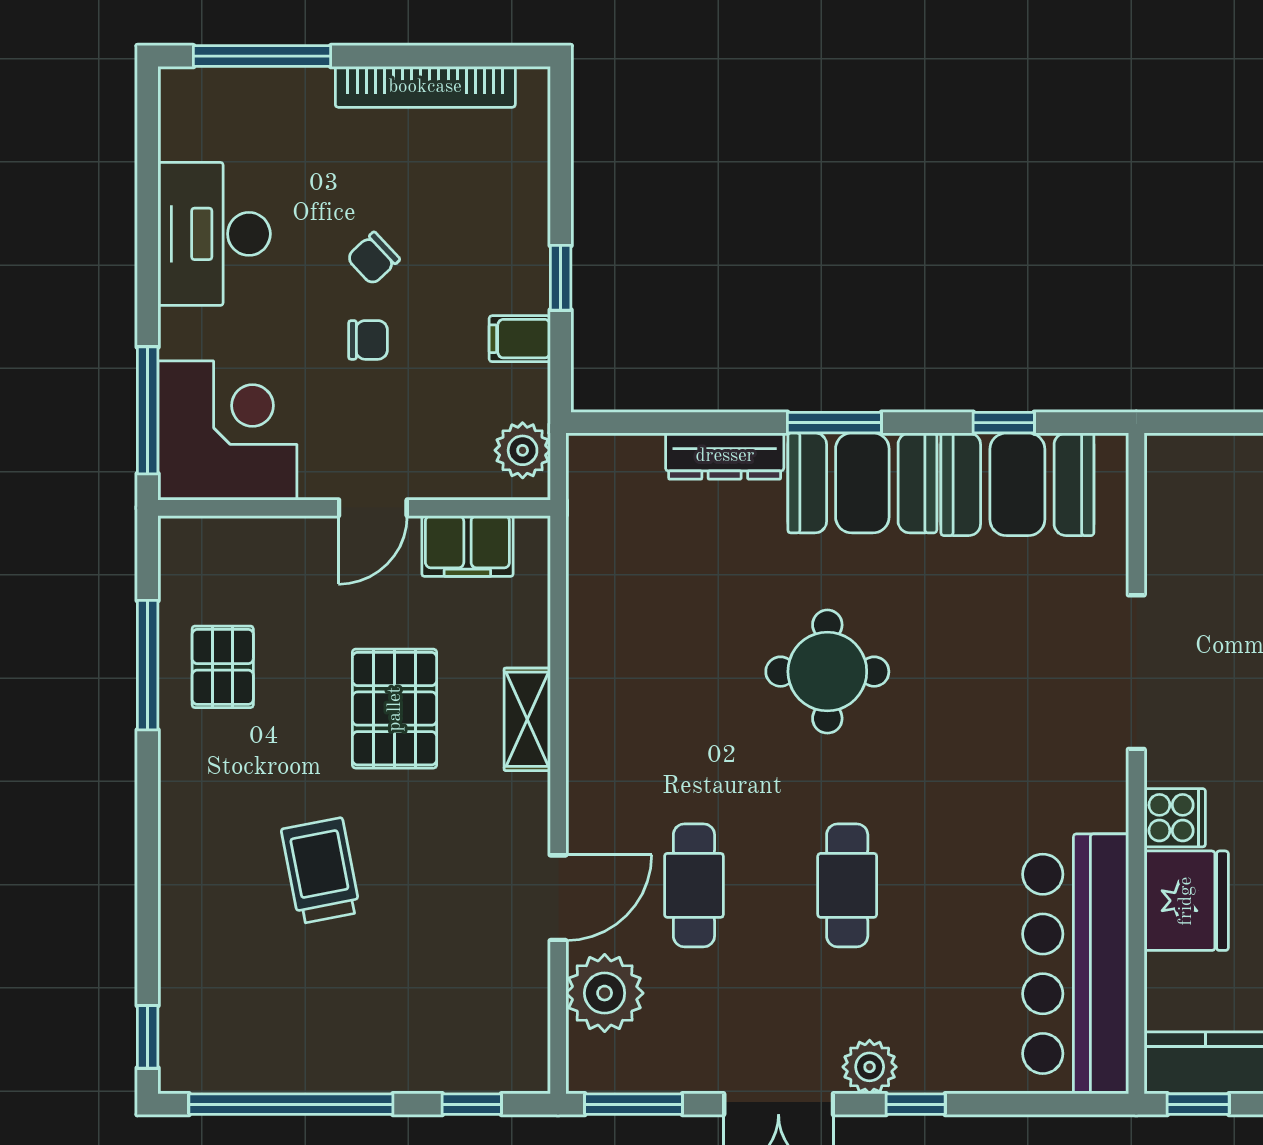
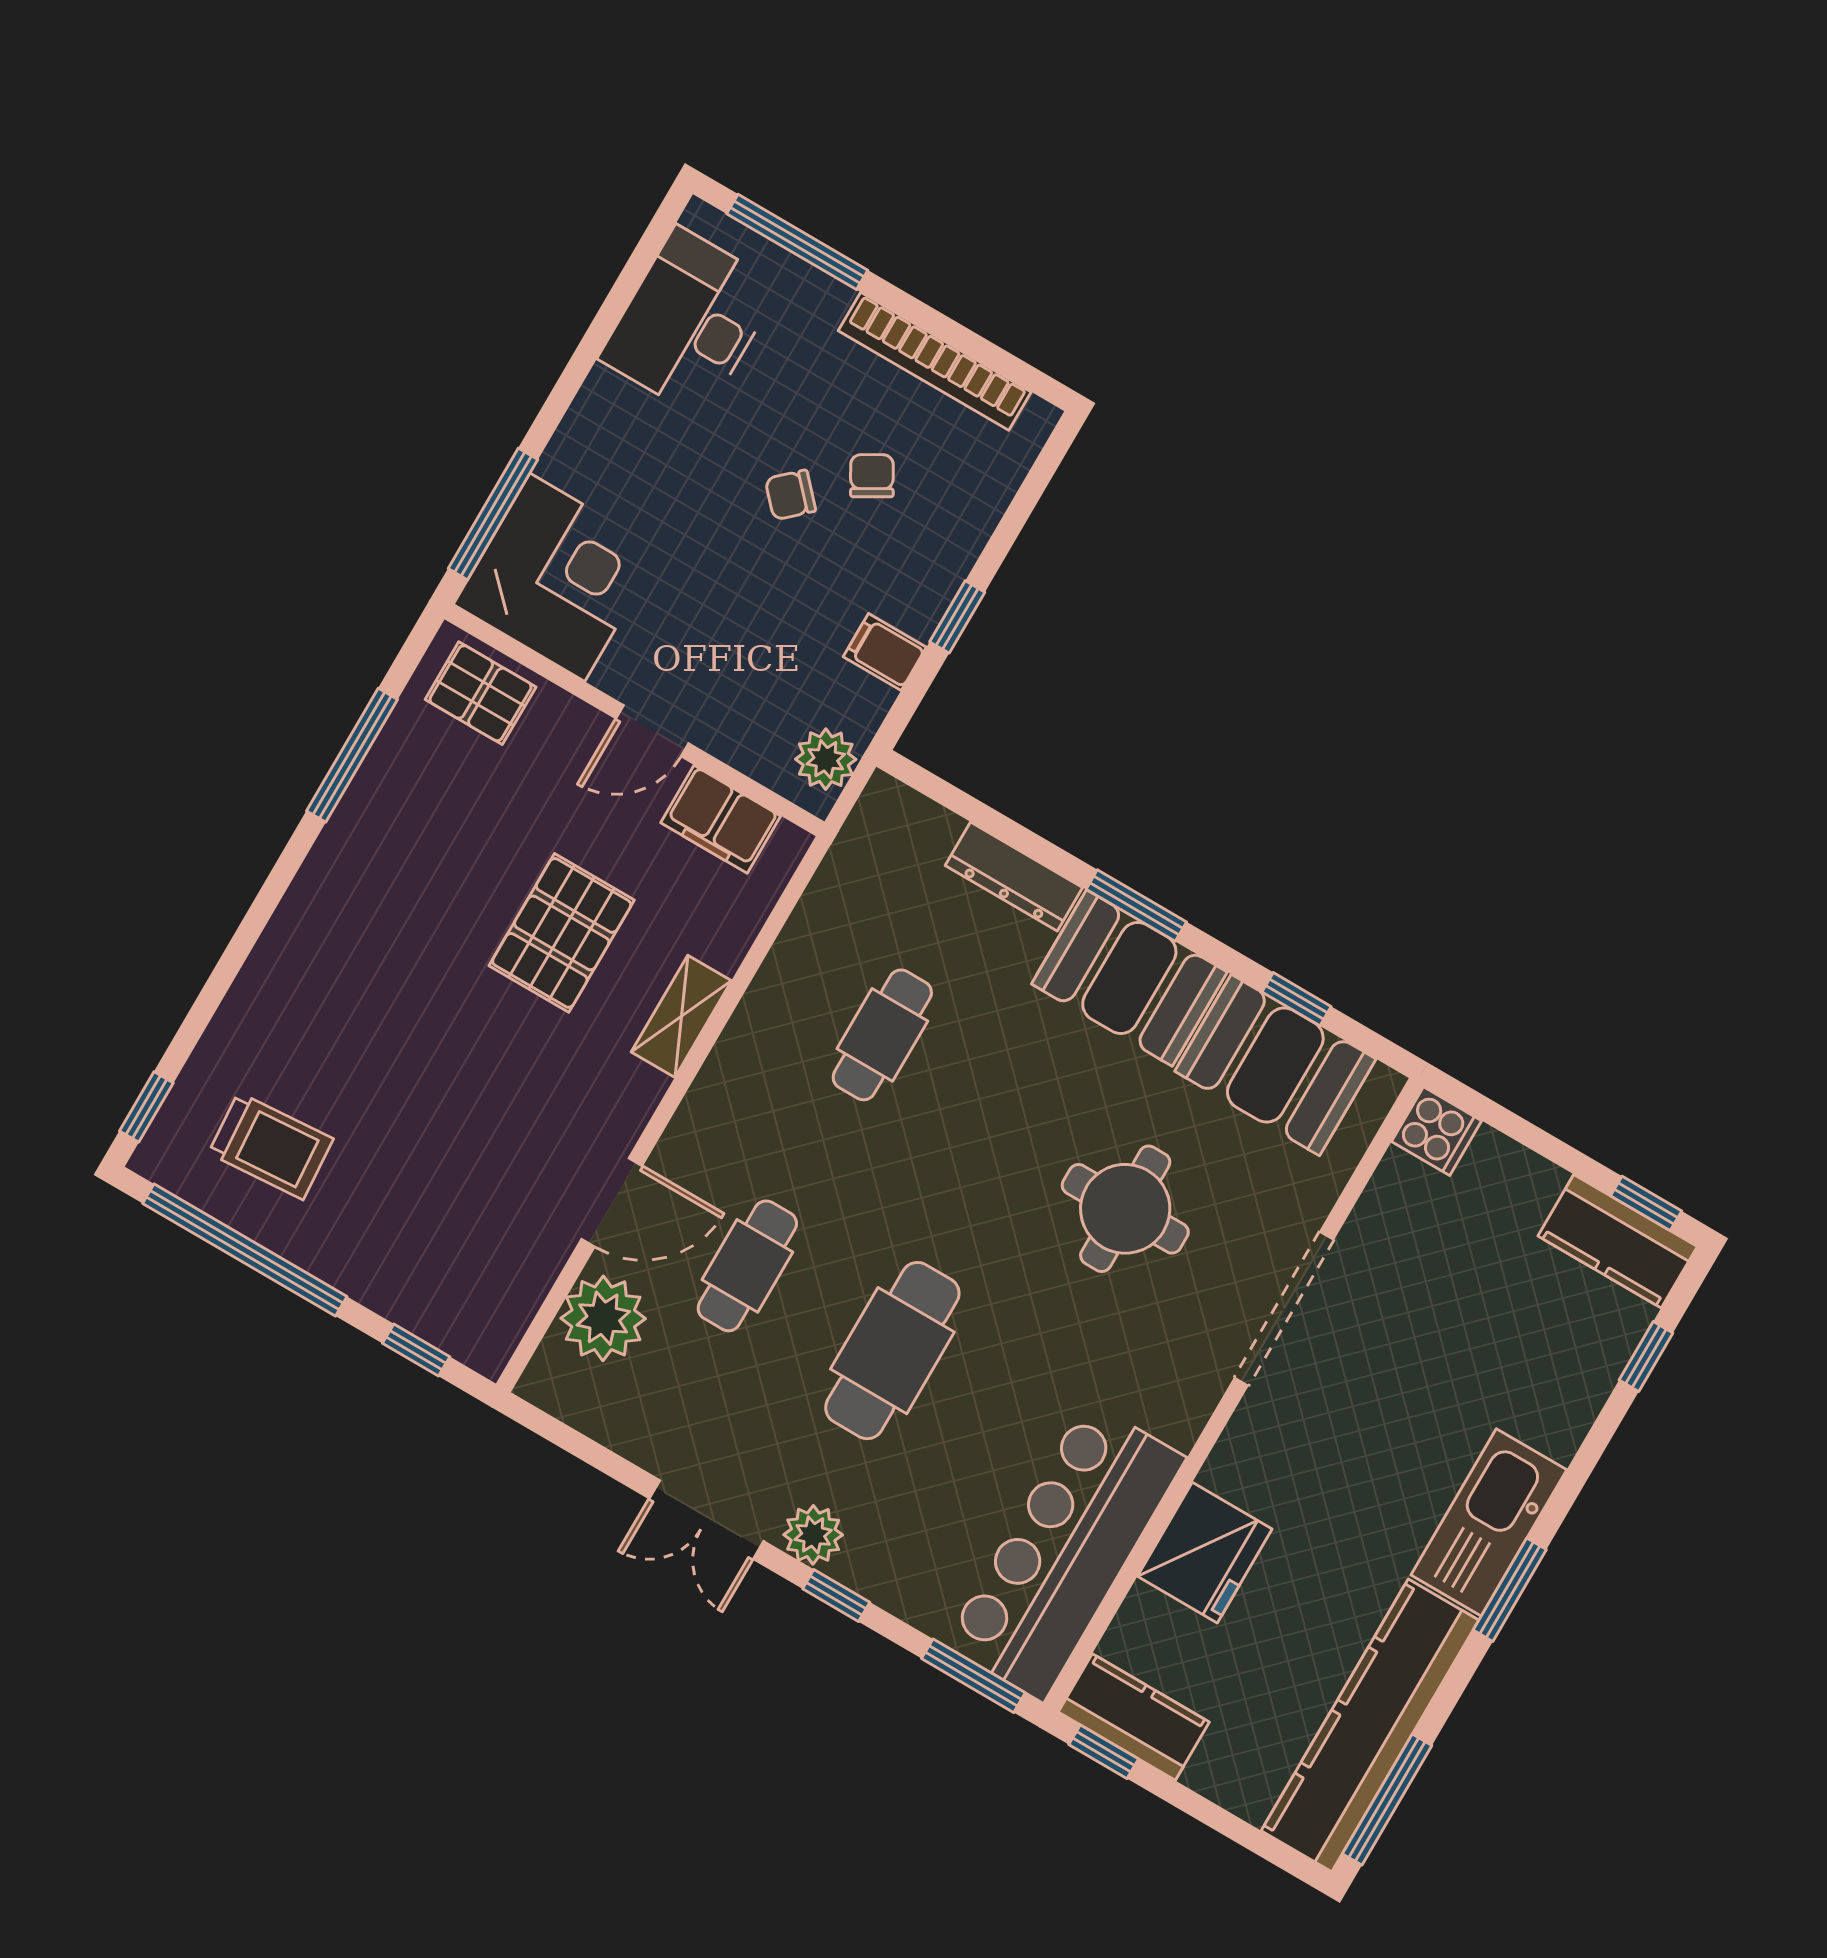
desk: (214, 234) -> (689, 322), moved
chair: (368, 340) -> (872, 476), moved, turned -120
cafe table: (694, 641) -> (882, 1035), added
pallet: (223, 667) -> (481, 693), moved, turned 90
round table: (827, 672) -> (1125, 1209), moved
cooker: (1175, 818) -> (1437, 1131), moved
trolley: (321, 871) -> (271, 1146), moved, turned 97
cafe table: (847, 885) -> (892, 1351), width x1.37, depth x1.35
window: (634, 1104) -> (973, 1676), moved

